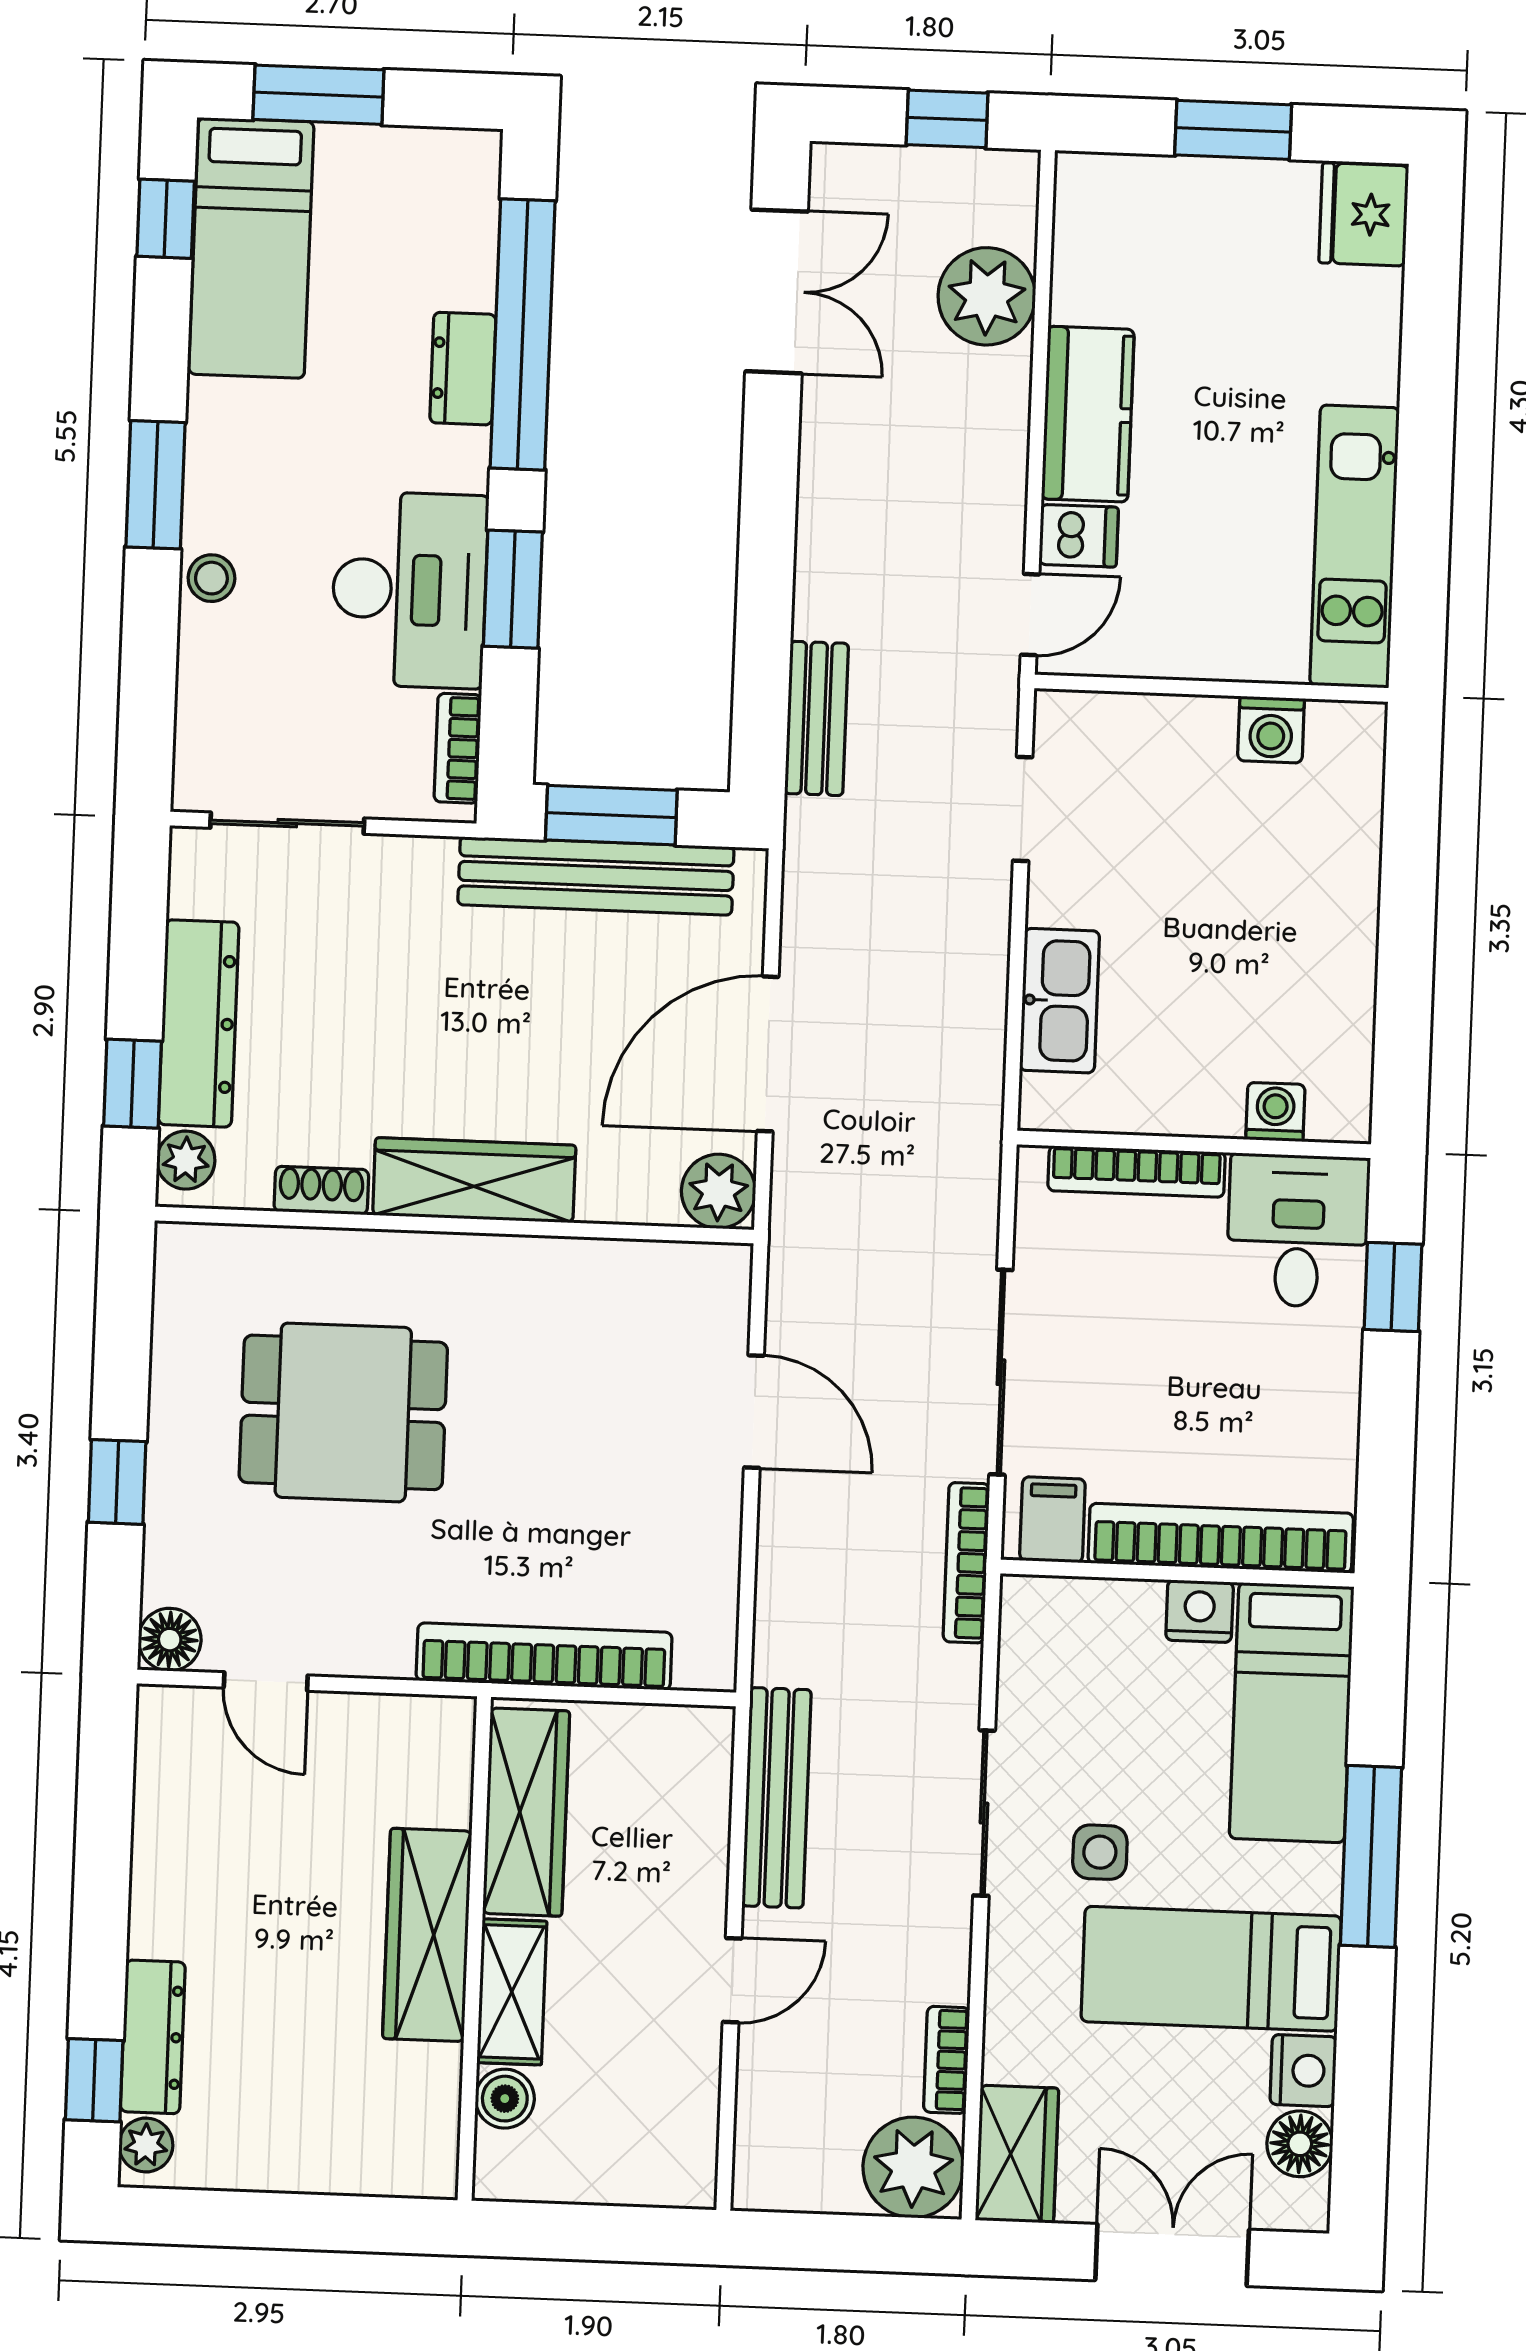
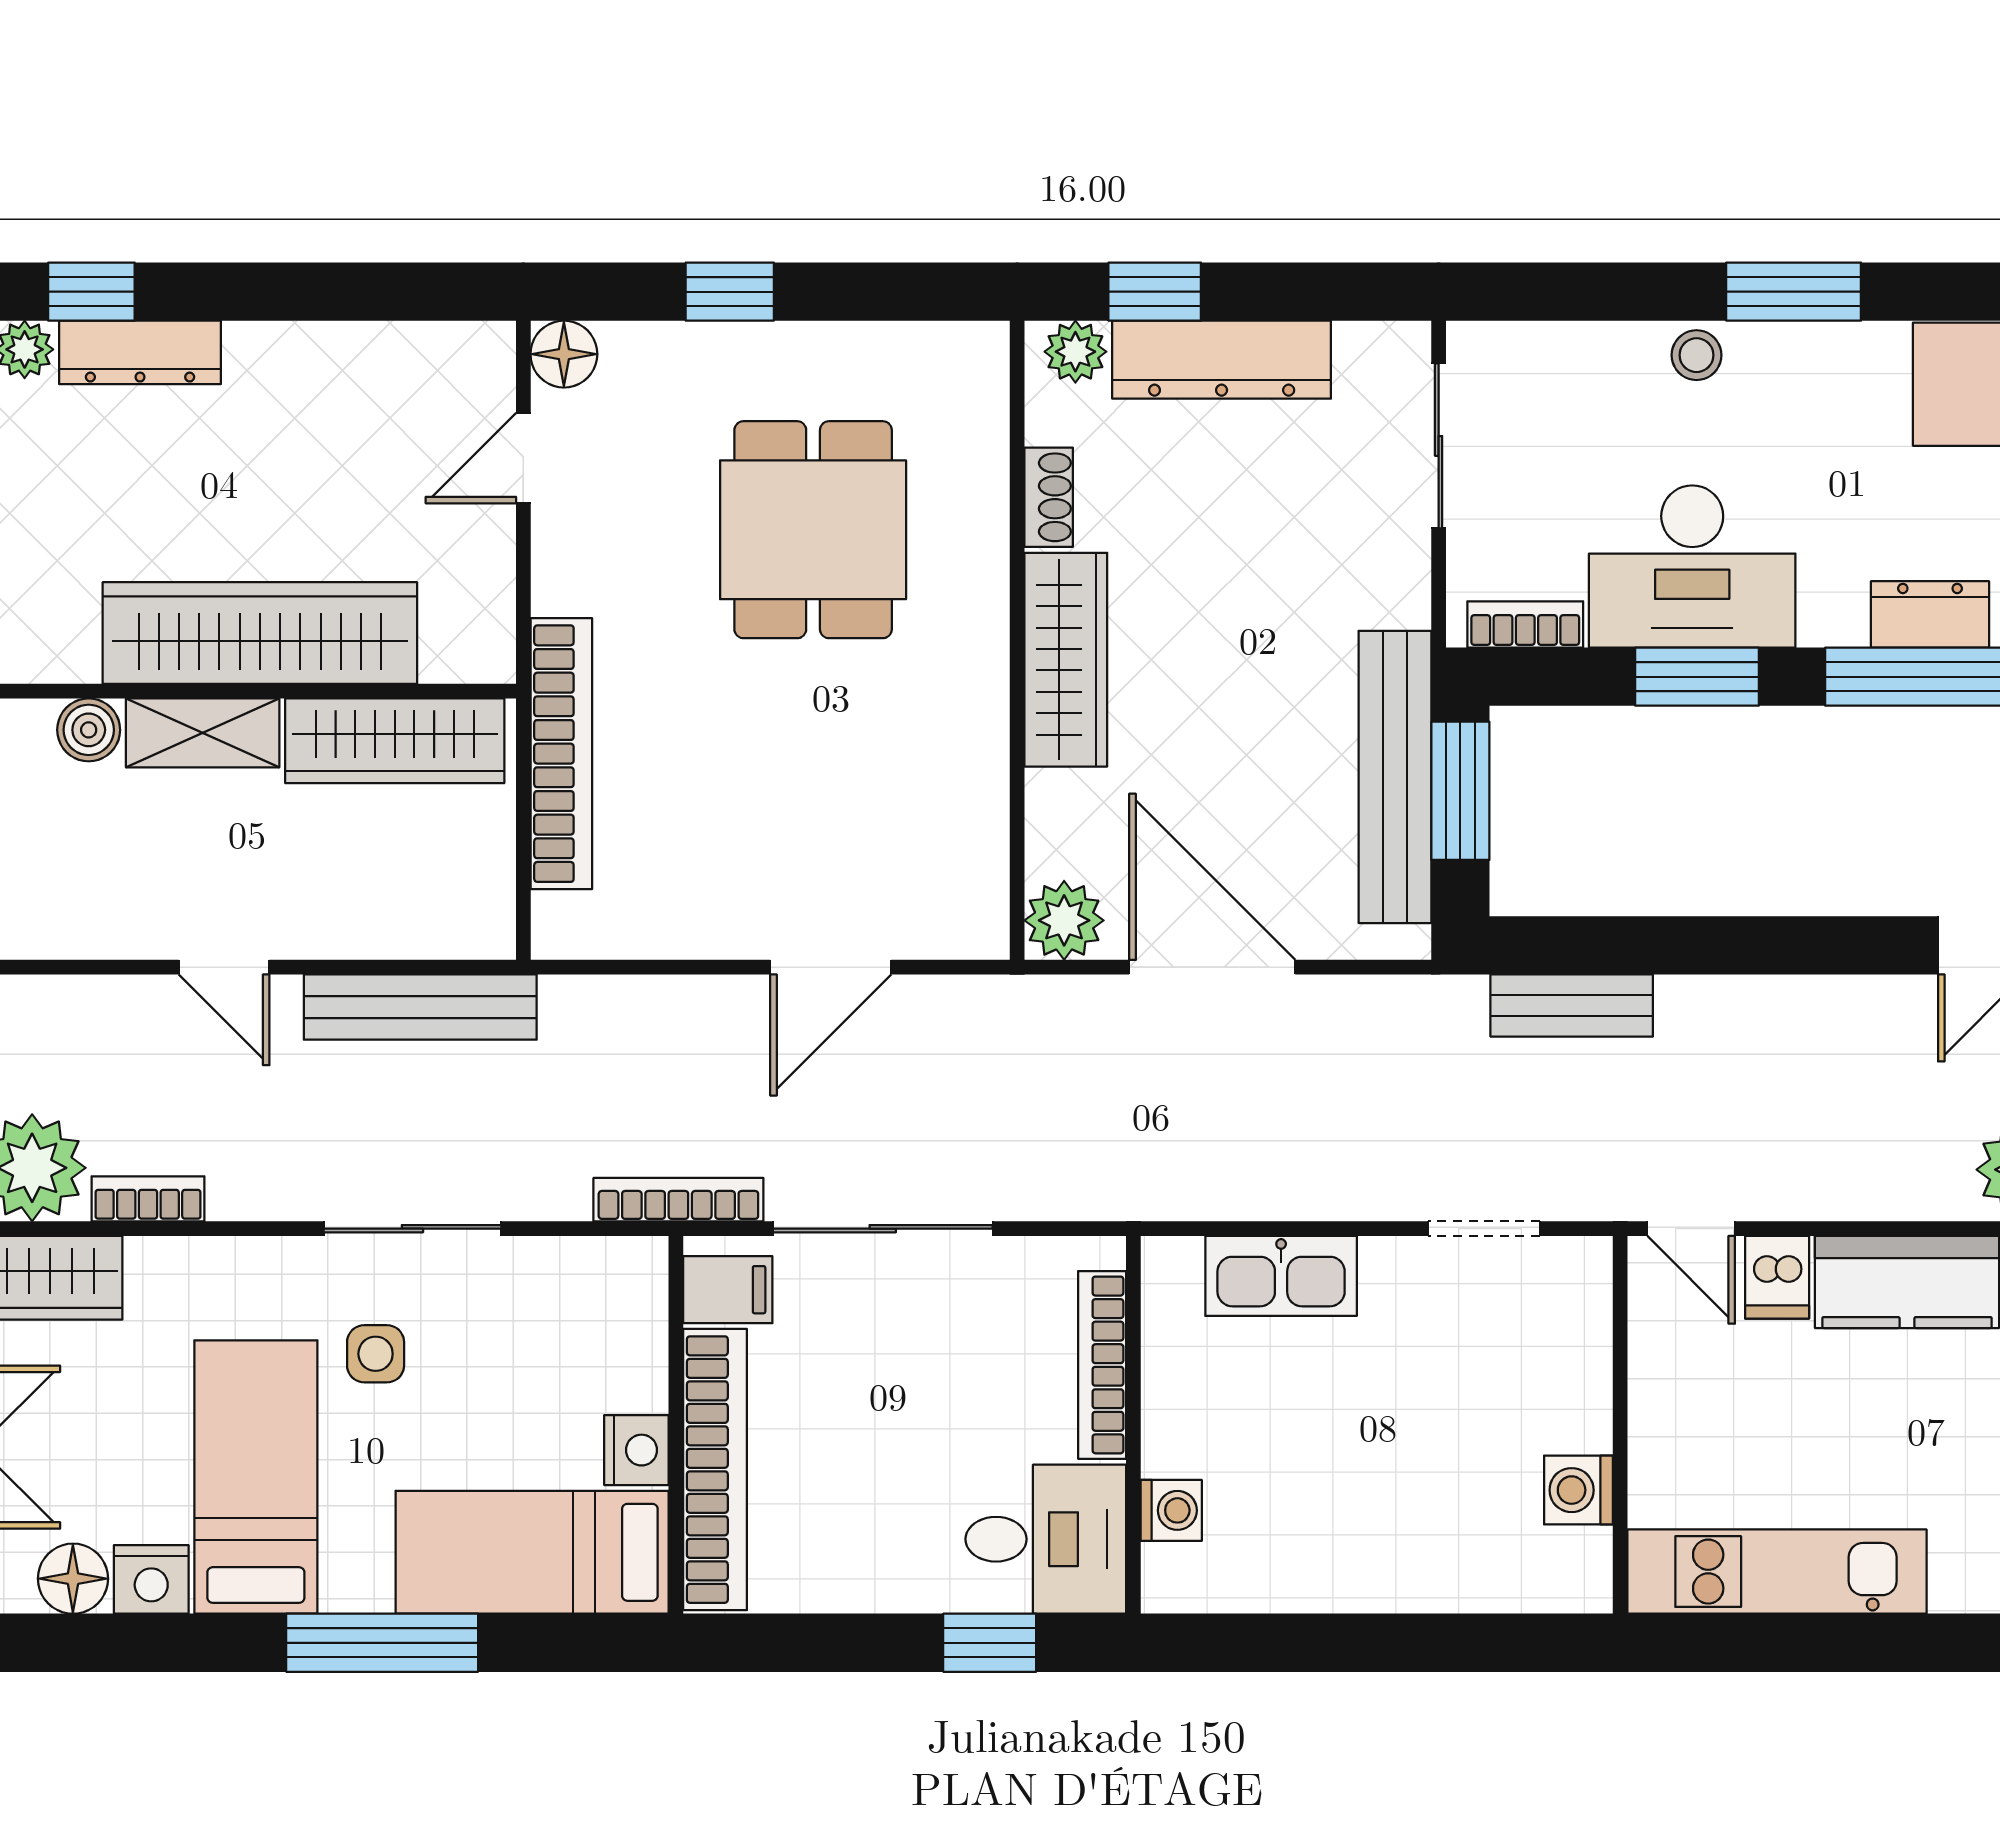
wardrobe: (427, 1935) -> (260, 633), width x1.40, depth x1.17

